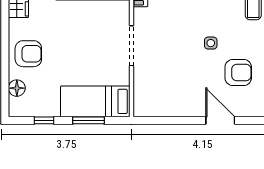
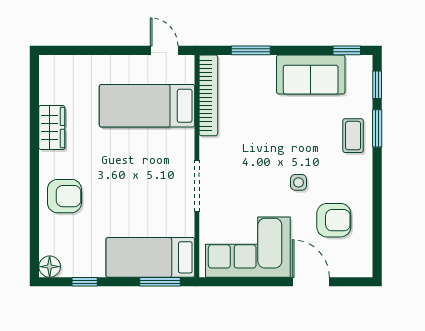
floor lamp: (17, 88) -> (50, 267), moved
corner sofa: (171, 93) -> (248, 247), added
window: (88, 120) -> (160, 282), moved

